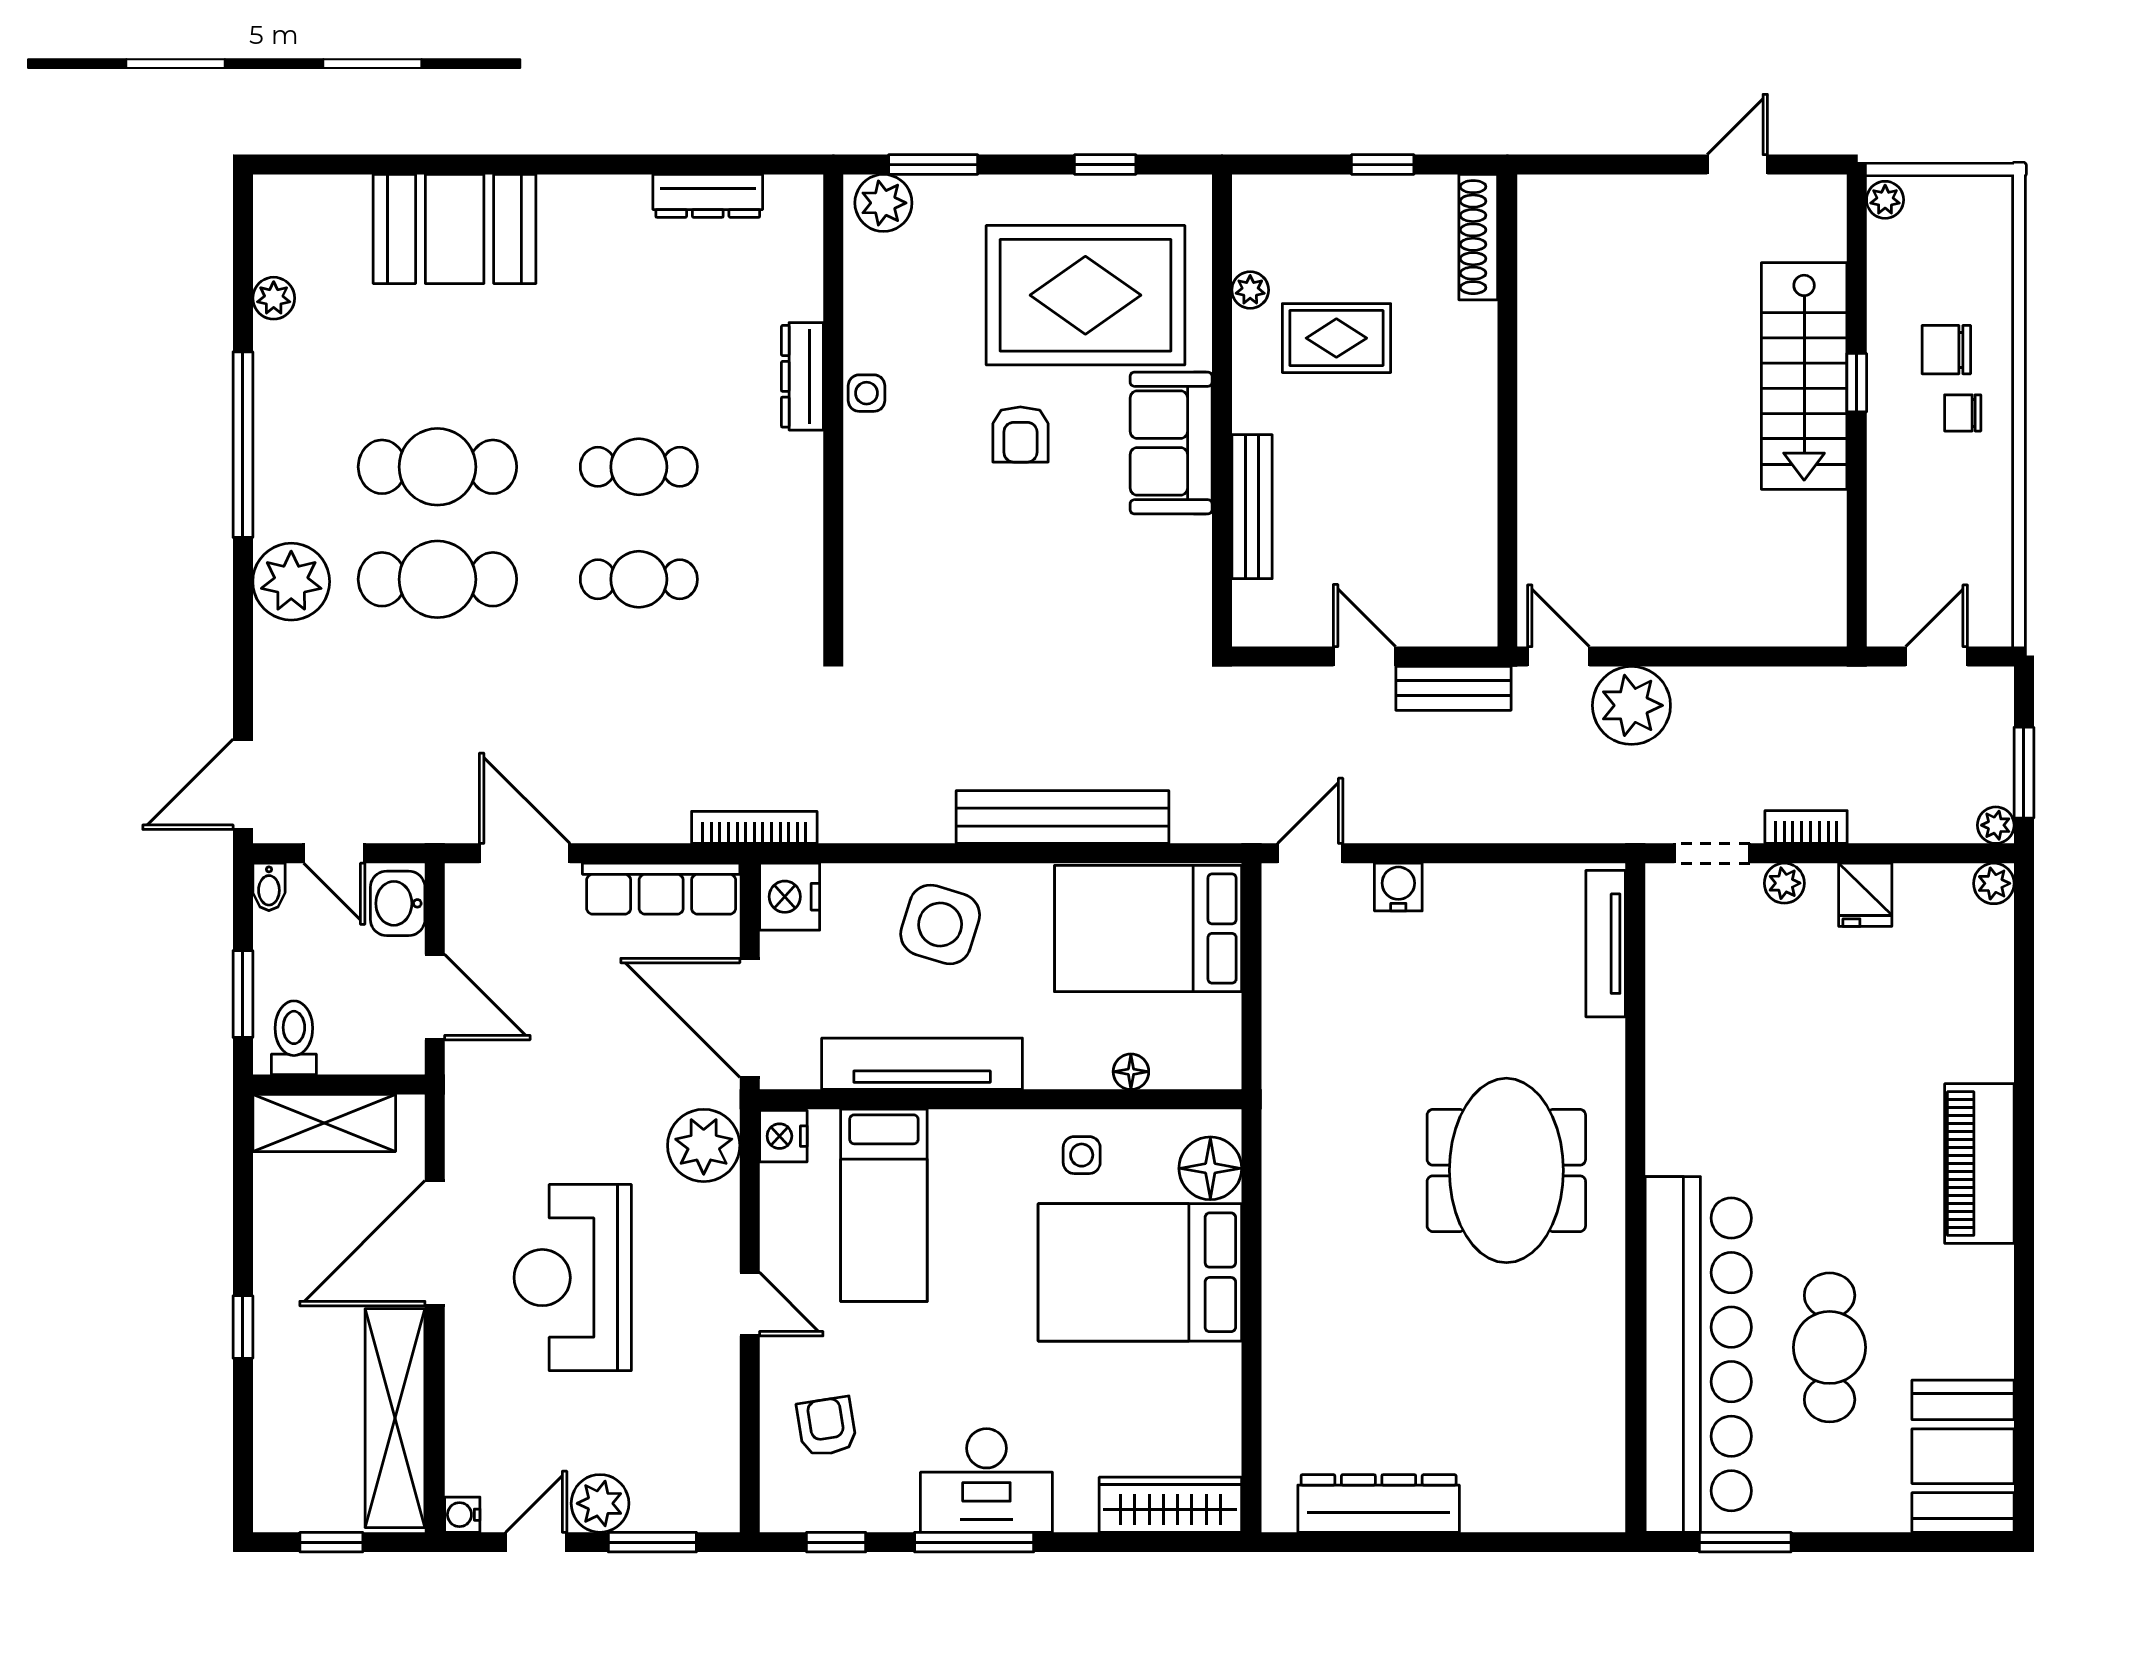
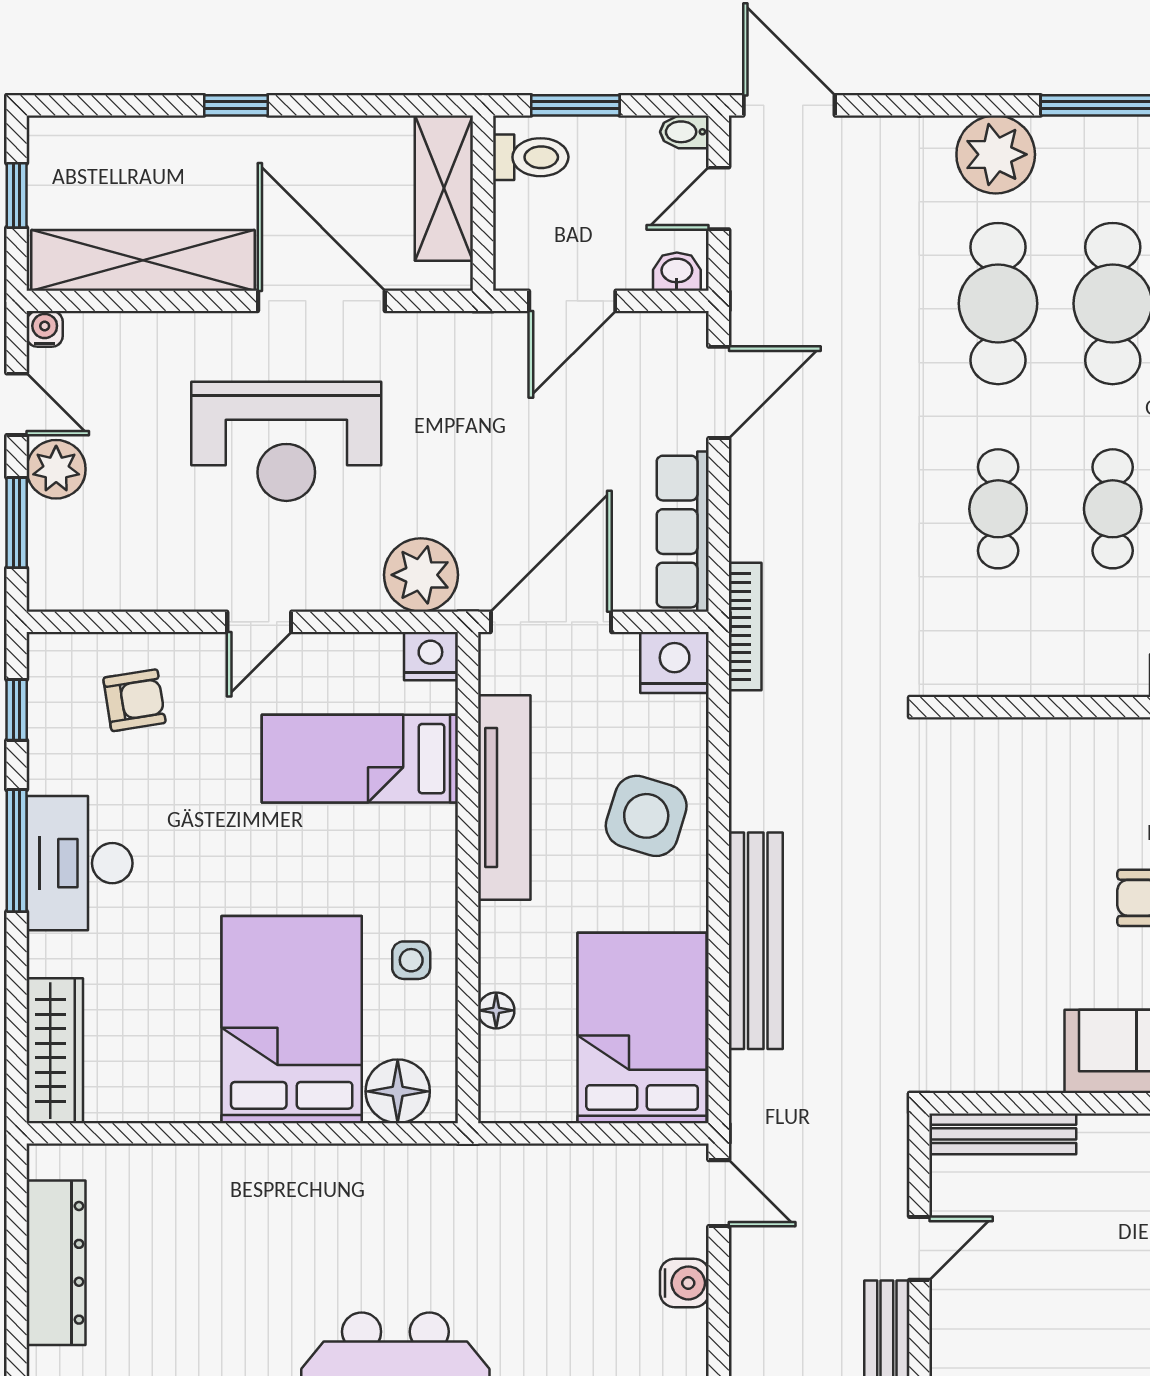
bench: (1252, 507) -> (1003, 1134), moved
washbasin: (398, 903) -> (677, 272), width x0.72, depth x0.69
reception desk: (573, 1278) -> (286, 441), turned 180

